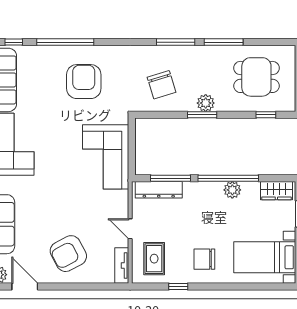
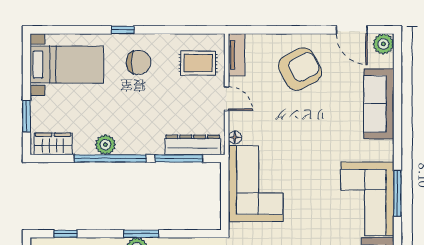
floor lamp: (123, 196) -> (235, 138), added
rug: (154, 259) -> (198, 63), turned 90
window: (178, 287) -> (123, 30), moved

